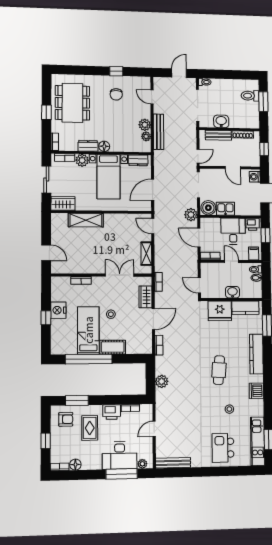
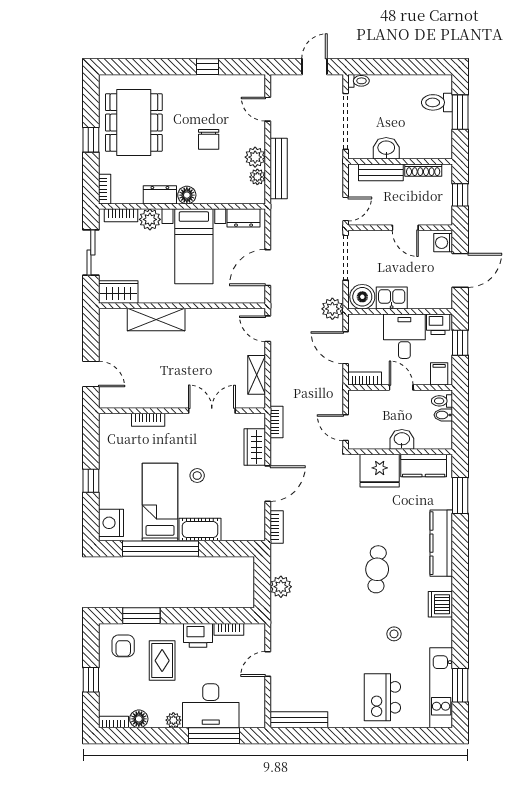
chair: (116, 94) -> (209, 139), moved
nightstand: (58, 310) -> (111, 523), moved
armchair: (66, 419) -> (123, 646), turned 90
plant: (142, 464) -> (173, 720), moved

